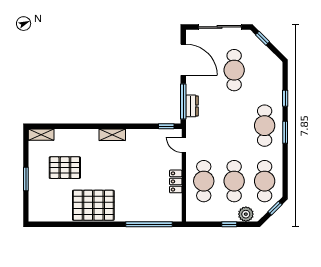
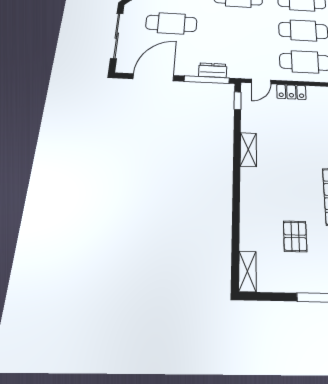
shelving: (112, 135) -> (248, 150), moved
pallet: (65, 168) -> (295, 236), width x0.67, depth x0.71
locker: (176, 181) -> (291, 92), moved

